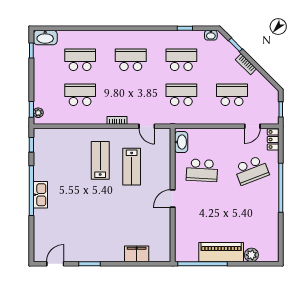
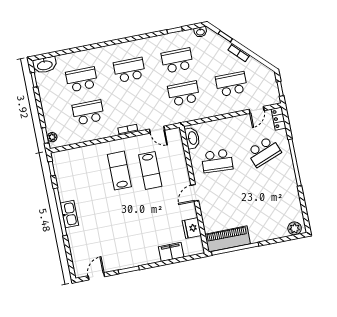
fridge: (162, 234) -> (192, 228), added
piano: (221, 252) -> (228, 239), moved
plant: (251, 255) -> (295, 228), moved

